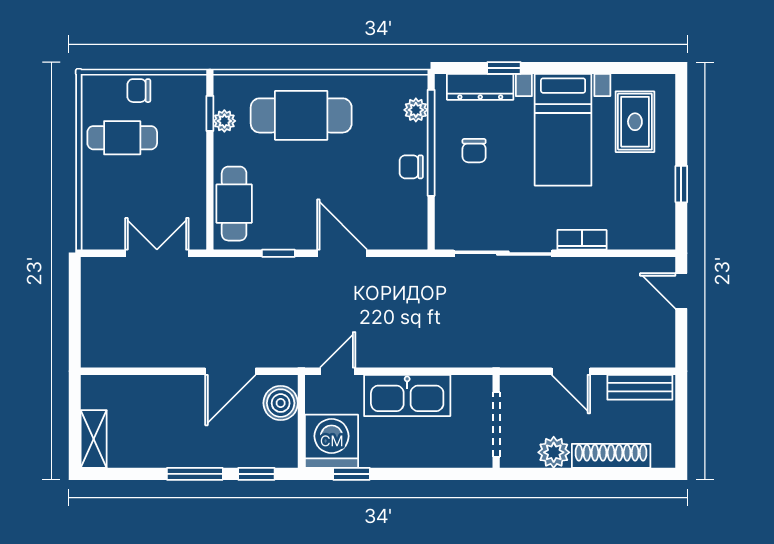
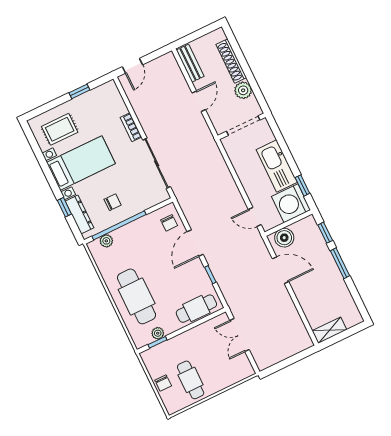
chair: (411, 167) -> (169, 223), moved
kitchen sink: (407, 395) -> (277, 166), moved, turned 180
shelving: (94, 439) -> (329, 330), moved

